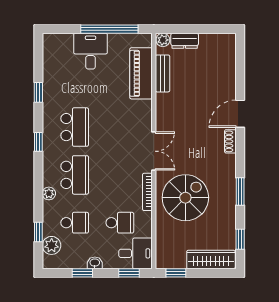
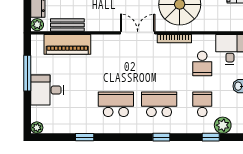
window: (109, 29) -> (27, 73), width x0.68
window: (38, 142) -> (161, 137), moved
plant: (49, 193) -> (37, 128), moved
school desk: (120, 223) -> (202, 64), turned 180

